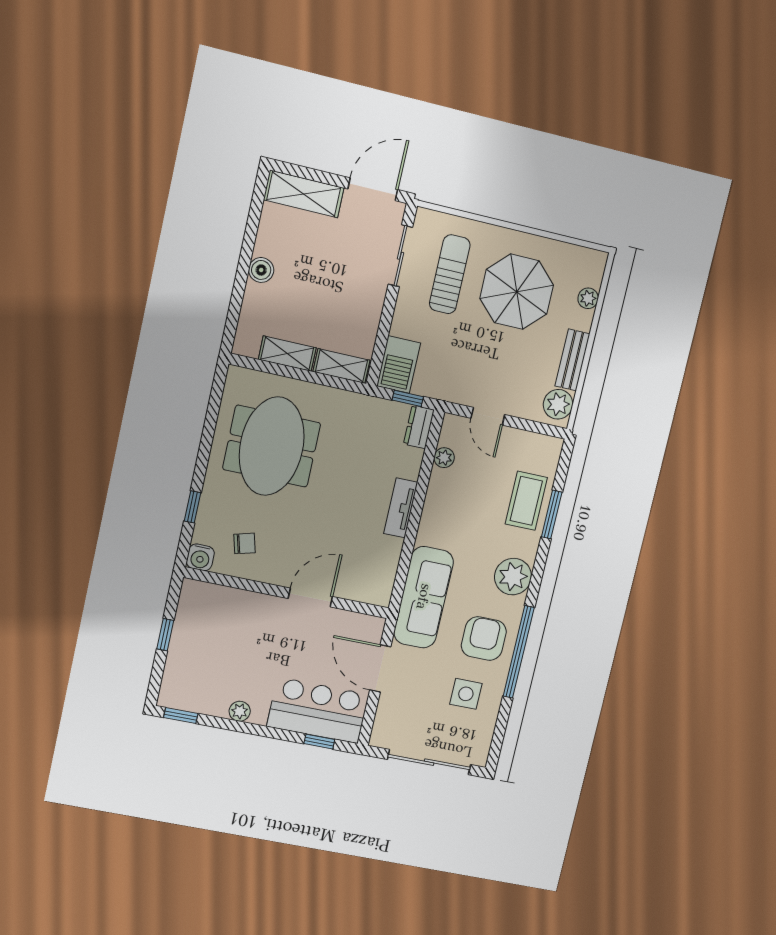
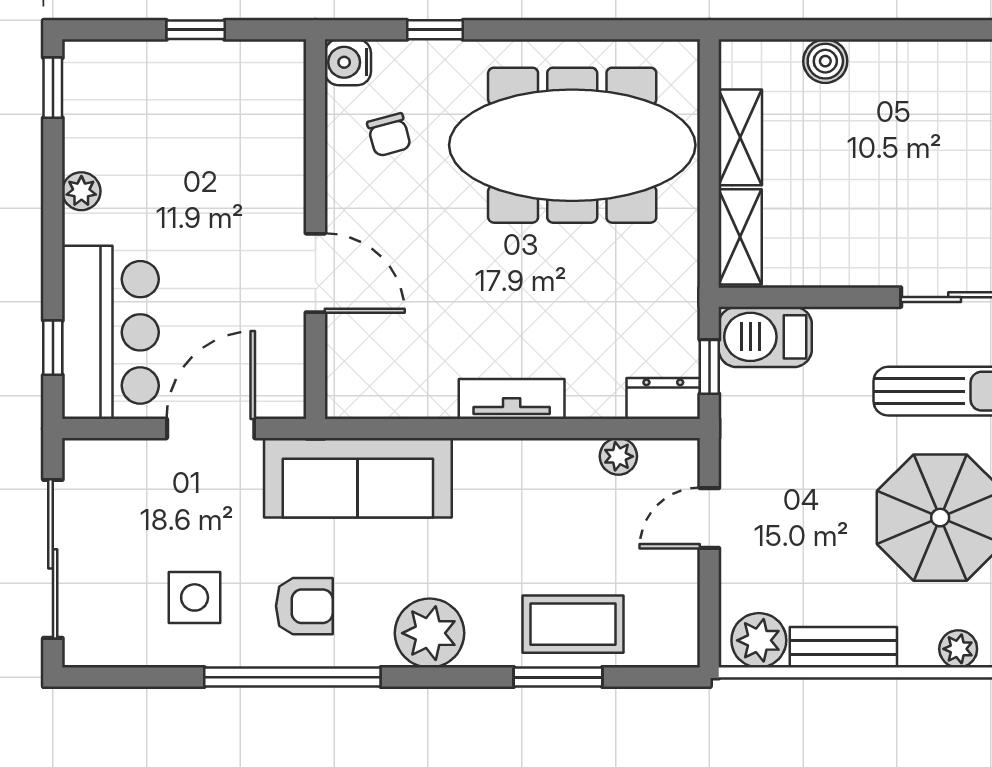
boiler: (261, 270) -> (825, 61), moved
meeting table: (272, 446) -> (572, 145), width x1.36
armchair: (484, 639) -> (304, 606), width x0.72, depth x0.72

